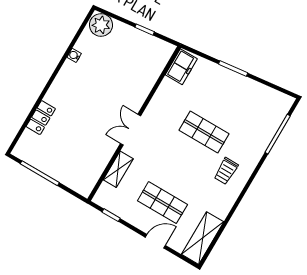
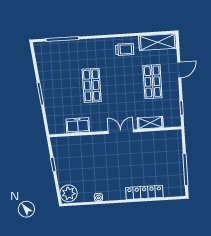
freezer: (181, 67) -> (78, 125), moved
locker: (41, 118) -> (144, 192), width x1.53
double door: (131, 130) -> (121, 132), swing flipped
trolley: (226, 171) -> (125, 49), moved
door: (155, 241) -> (179, 70), swing flipped

